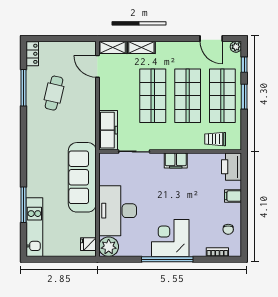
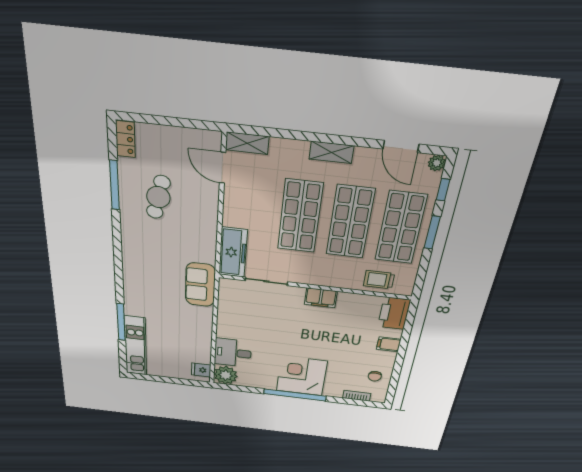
shelving: (141, 47) -> (331, 152), moved
sofa: (82, 177) -> (200, 285), width x0.54, depth x0.79
desk: (118, 211) -> (233, 353), width x0.53, depth x0.77

